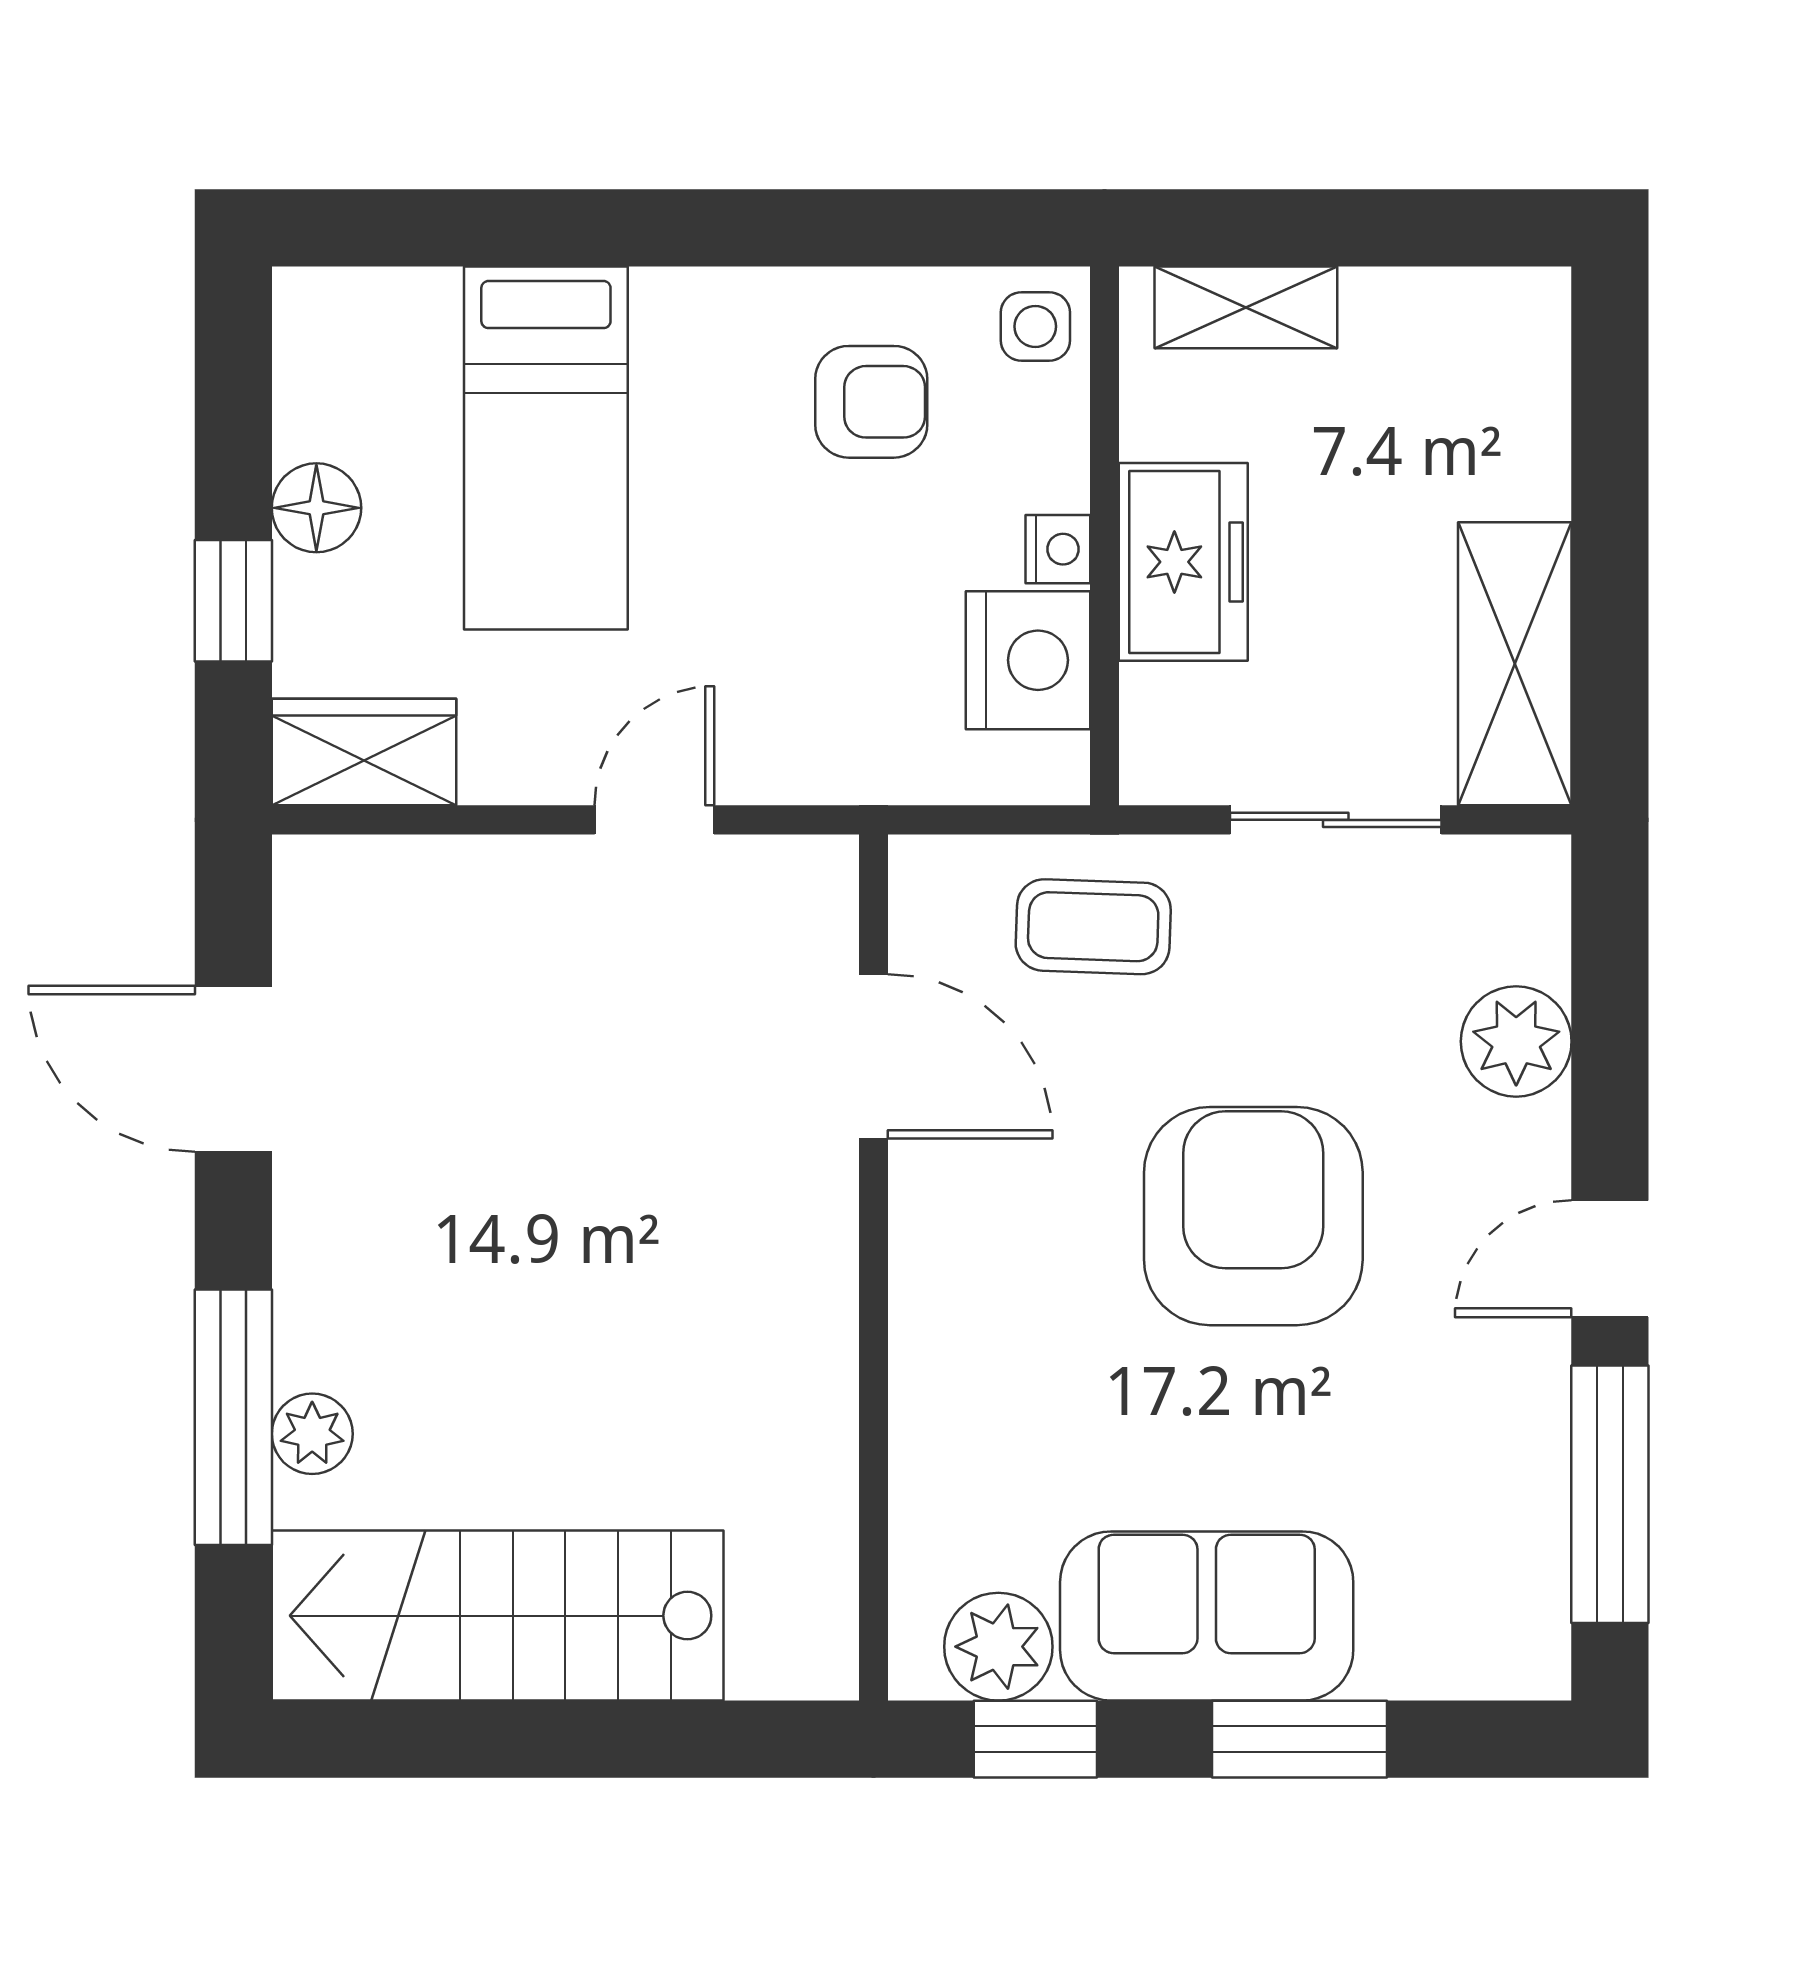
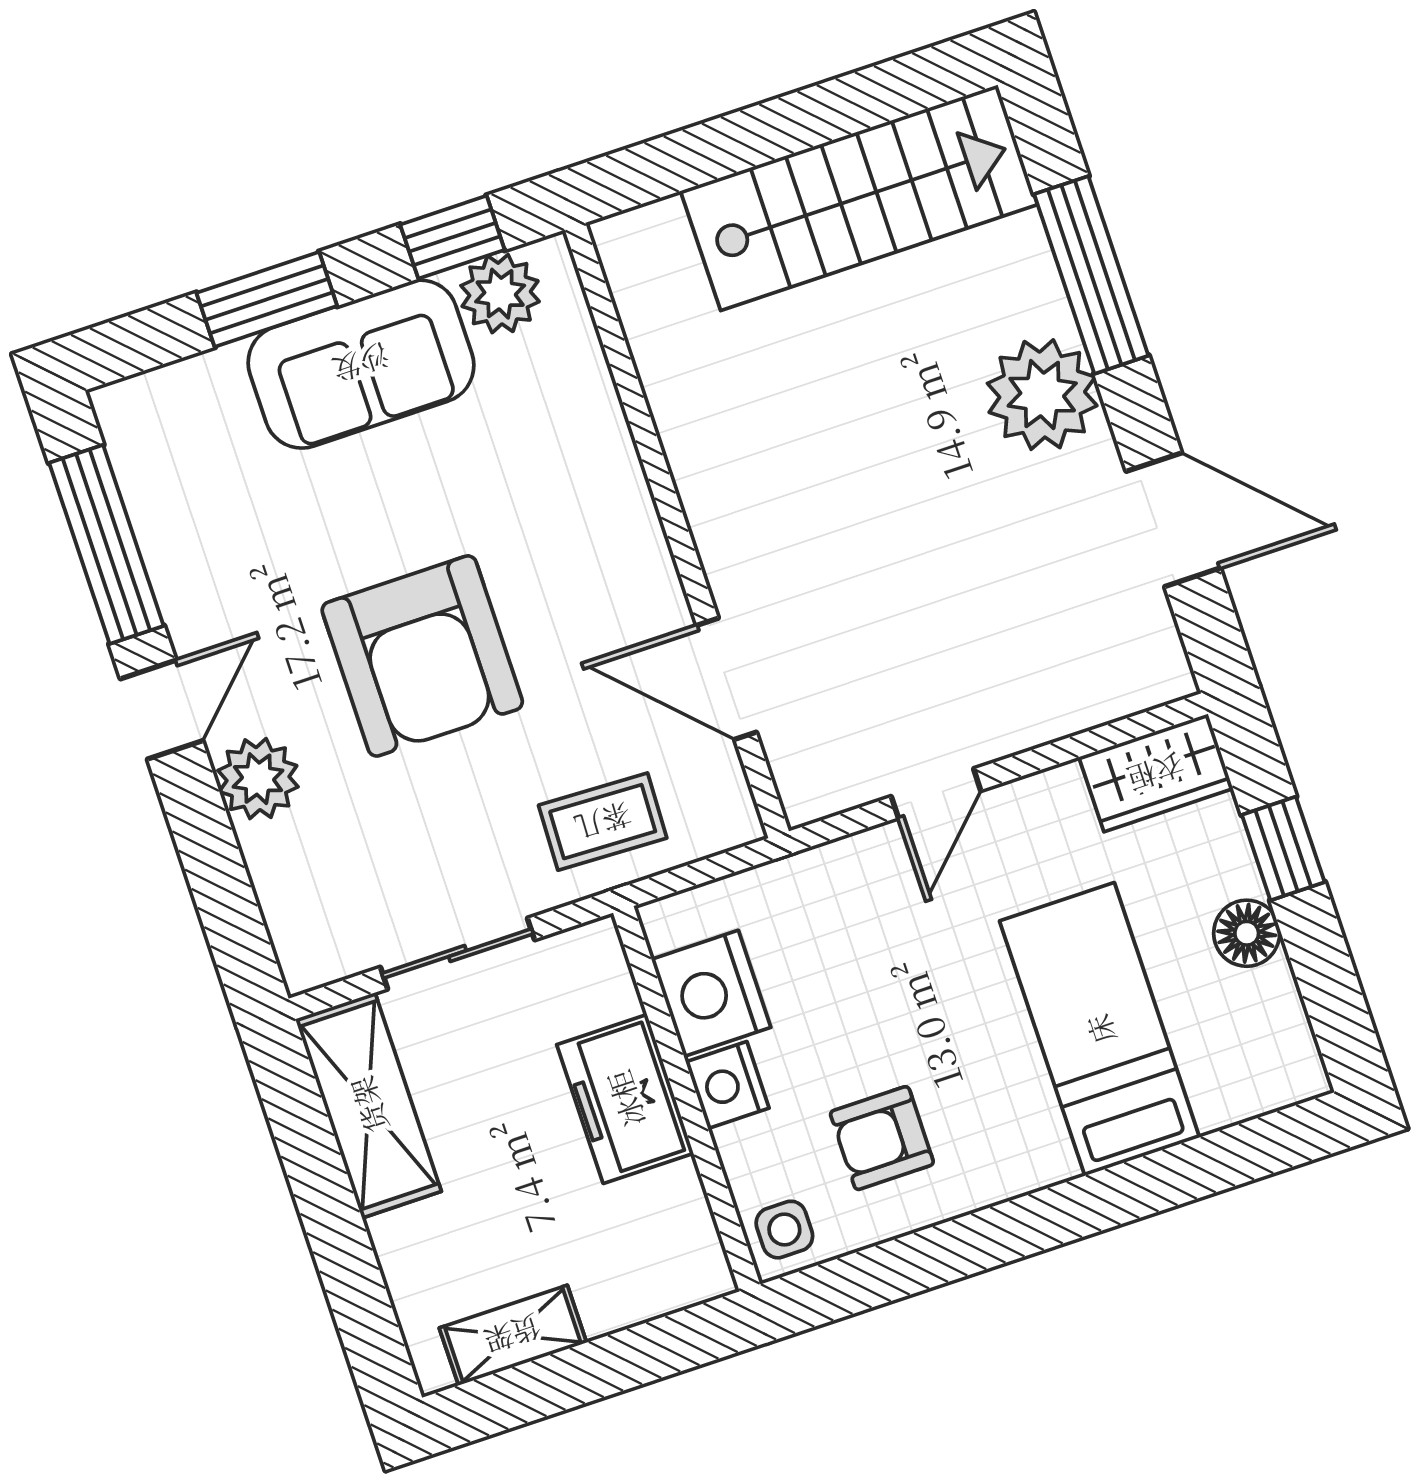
shelving: (1246, 307) -> (513, 1335), moved
nightstand: (1058, 549) -> (727, 1085), width x1.39, depth x1.35
plant: (1516, 1041) -> (258, 779), moved
plant: (312, 1434) -> (1042, 395), moved, width x1.87, depth x1.87

